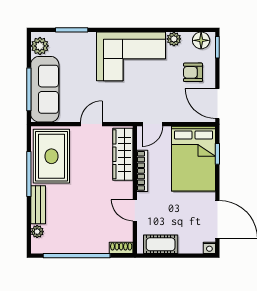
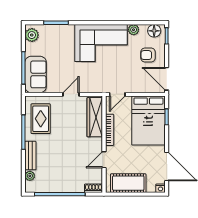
sofa: (45, 89) -> (36, 74), width x0.73
rug: (51, 156) -> (41, 119), width x0.73, depth x0.70
door: (135, 210) -> (104, 160), hinge flipped
cot: (161, 244) -> (128, 183), width x1.37, depth x1.34

